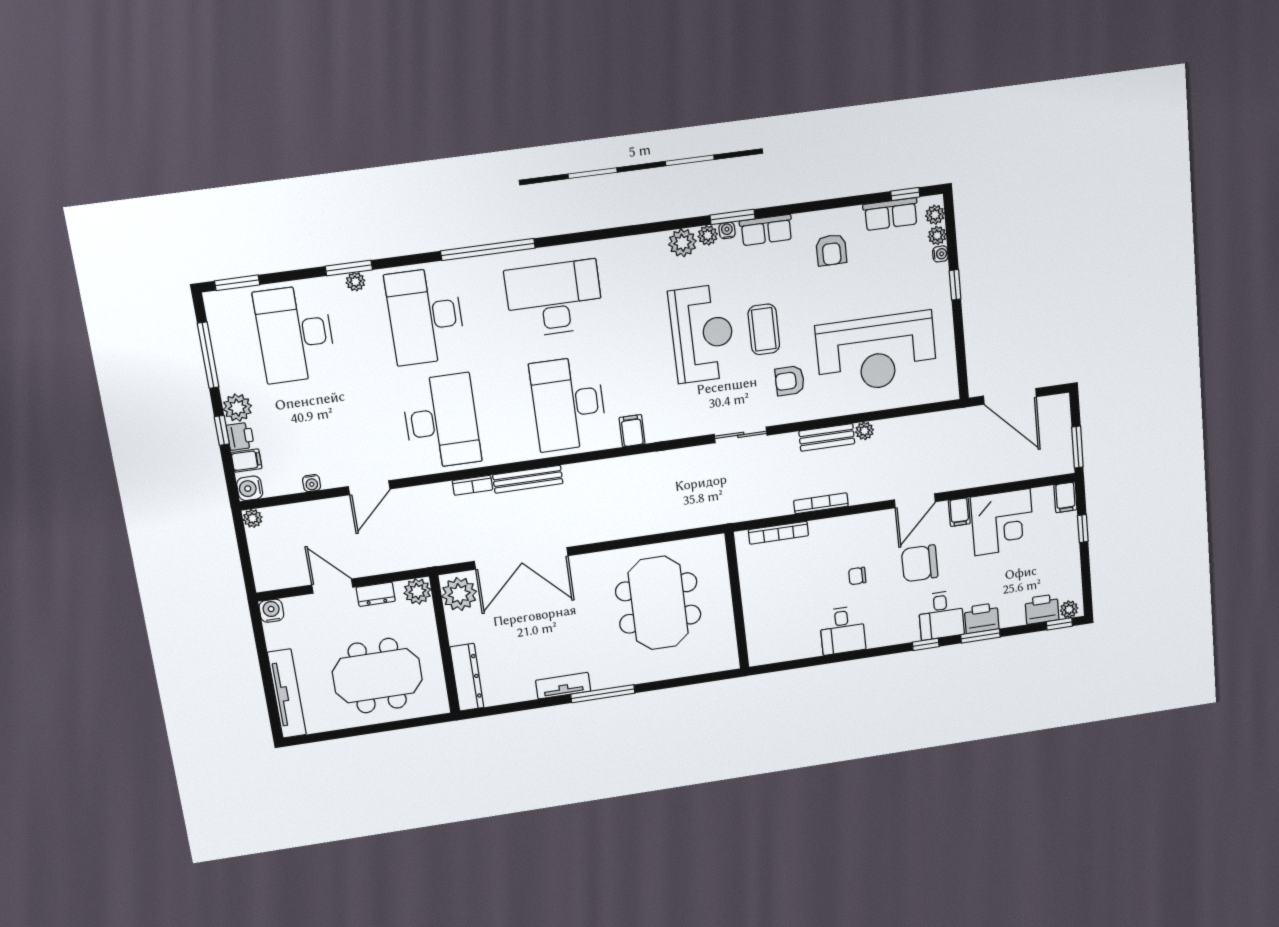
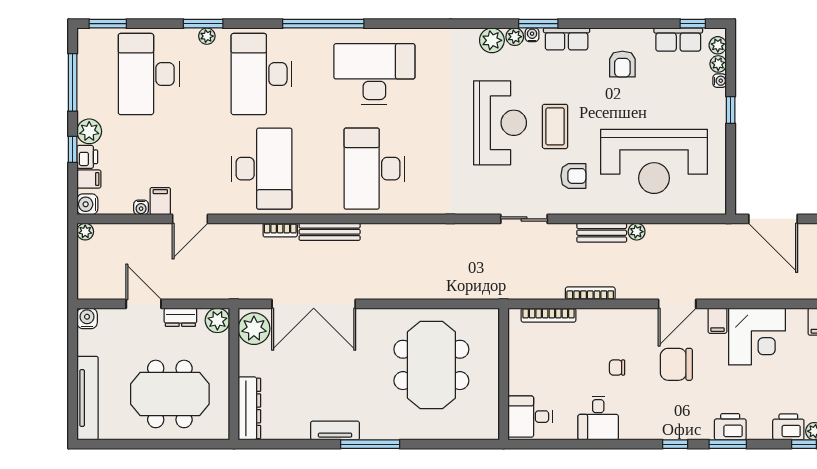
armchair: (790, 381) -> (573, 176), turned 180
filing cabinet: (632, 431) -> (160, 201), moved
desk: (941, 615) -> (530, 417), moved, turned 90

